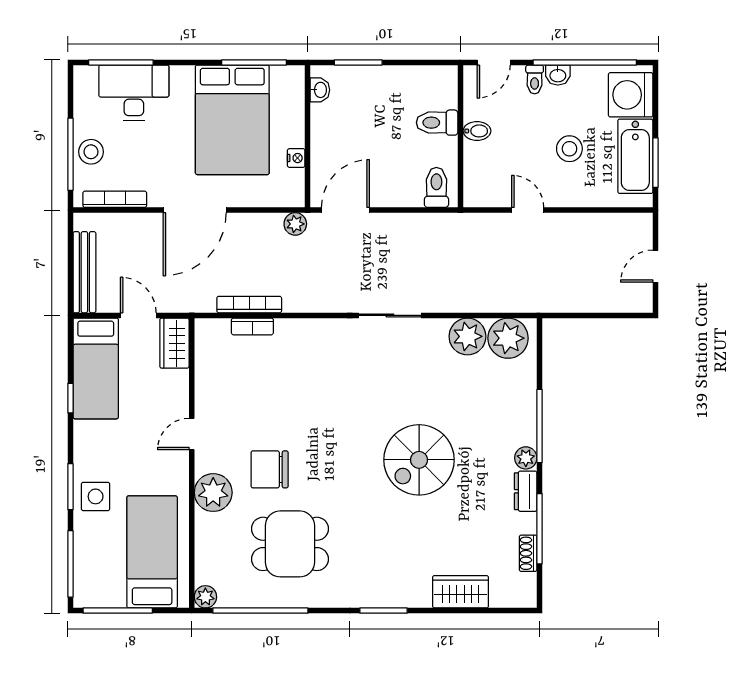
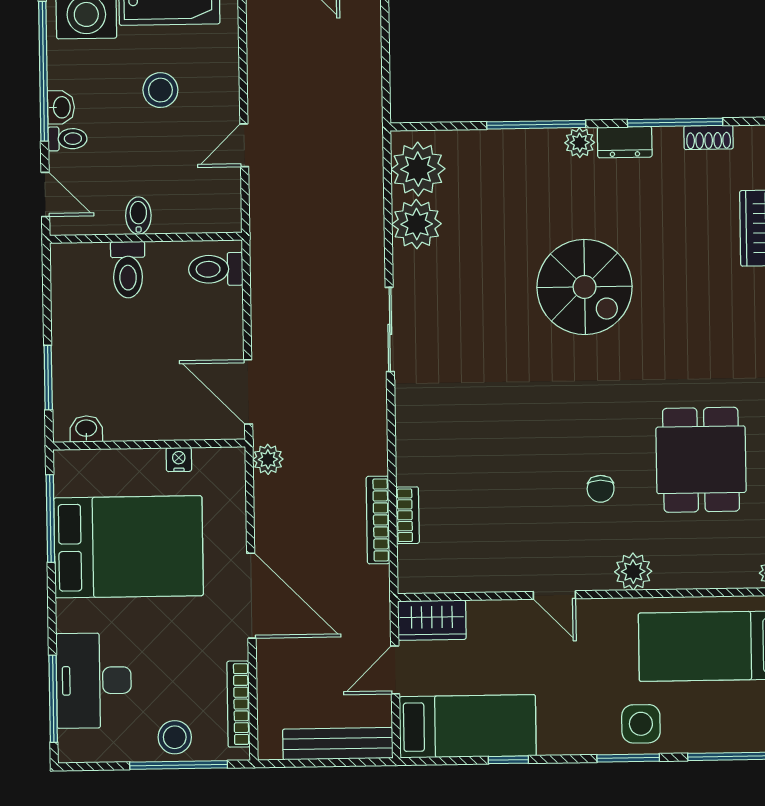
chair: (270, 469) -> (601, 489), width x0.54, depth x0.54
plant: (213, 493) -> (633, 572), width x0.73, depth x0.73

